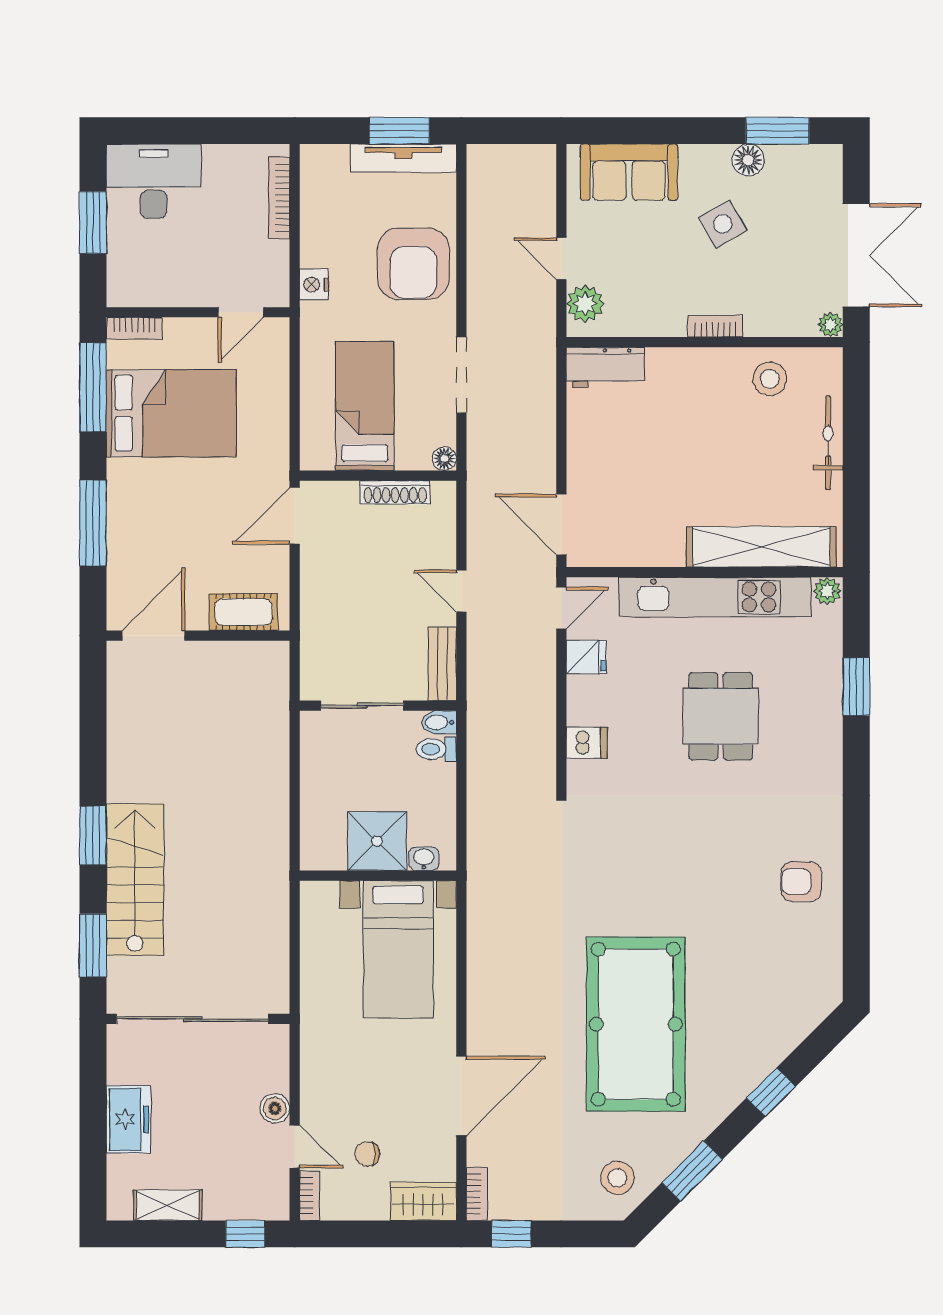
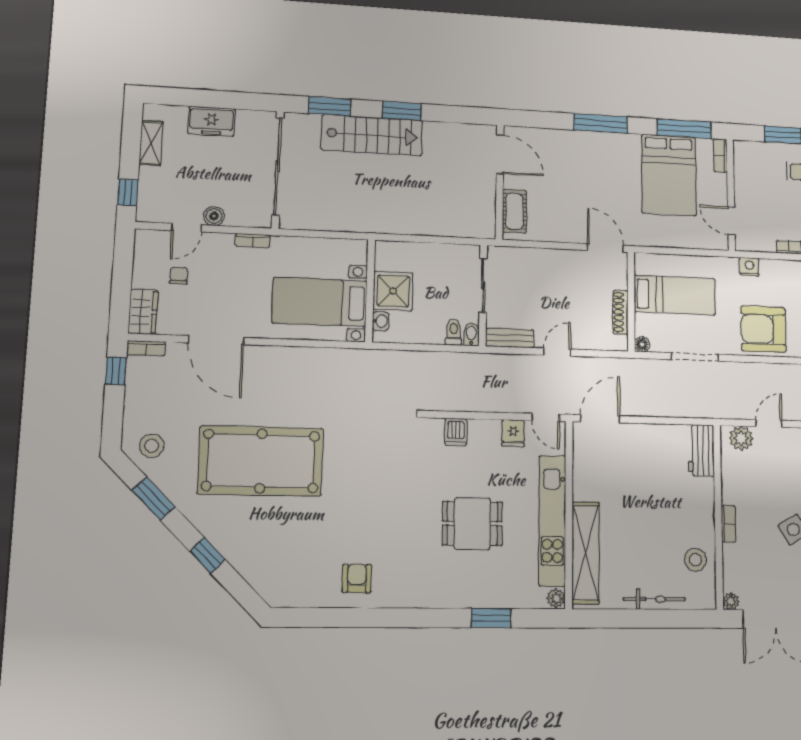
cot: (244, 612) -> (514, 211), moved
door: (153, 636) -> (500, 154), moved
wall: (198, 636) -> (500, 182), moved
bookcase: (310, 1196) -> (253, 241), moved

